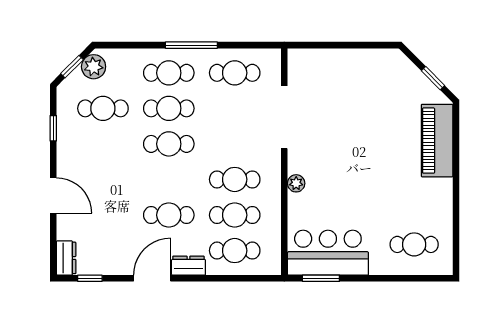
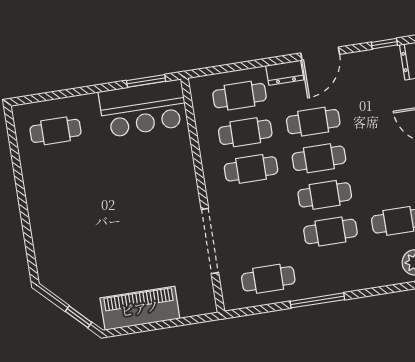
cafe table: (169, 73) -> (319, 158), moved
window: (433, 78) -> (79, 317), moved
piano: (437, 141) -> (140, 308), moved, turned -90
plant: (296, 183) -> (187, 175), removed

